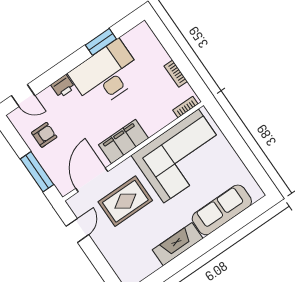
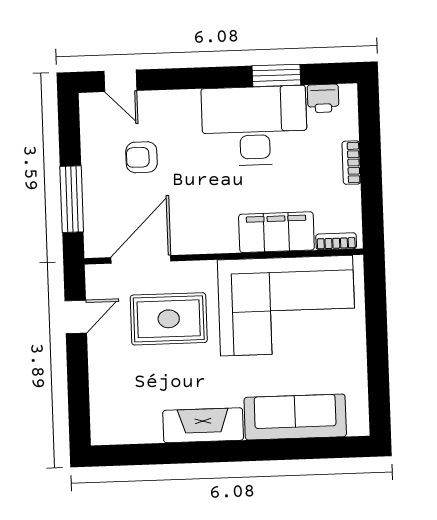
bookcase: (176, 74) -> (351, 163), moved
printer: (63, 86) -> (323, 98), moved
armchair: (44, 135) -> (142, 157), moved, turned 180
filing cabinet: (123, 142) -> (276, 232), moved

